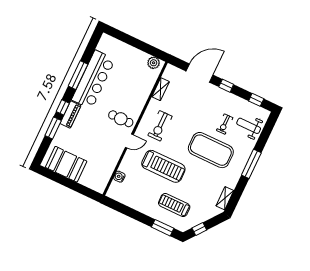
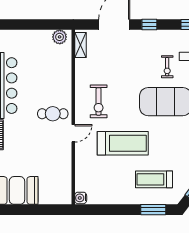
shelving: (161, 89) -> (80, 45), moved
water cooler: (119, 177) -> (81, 198), moved

